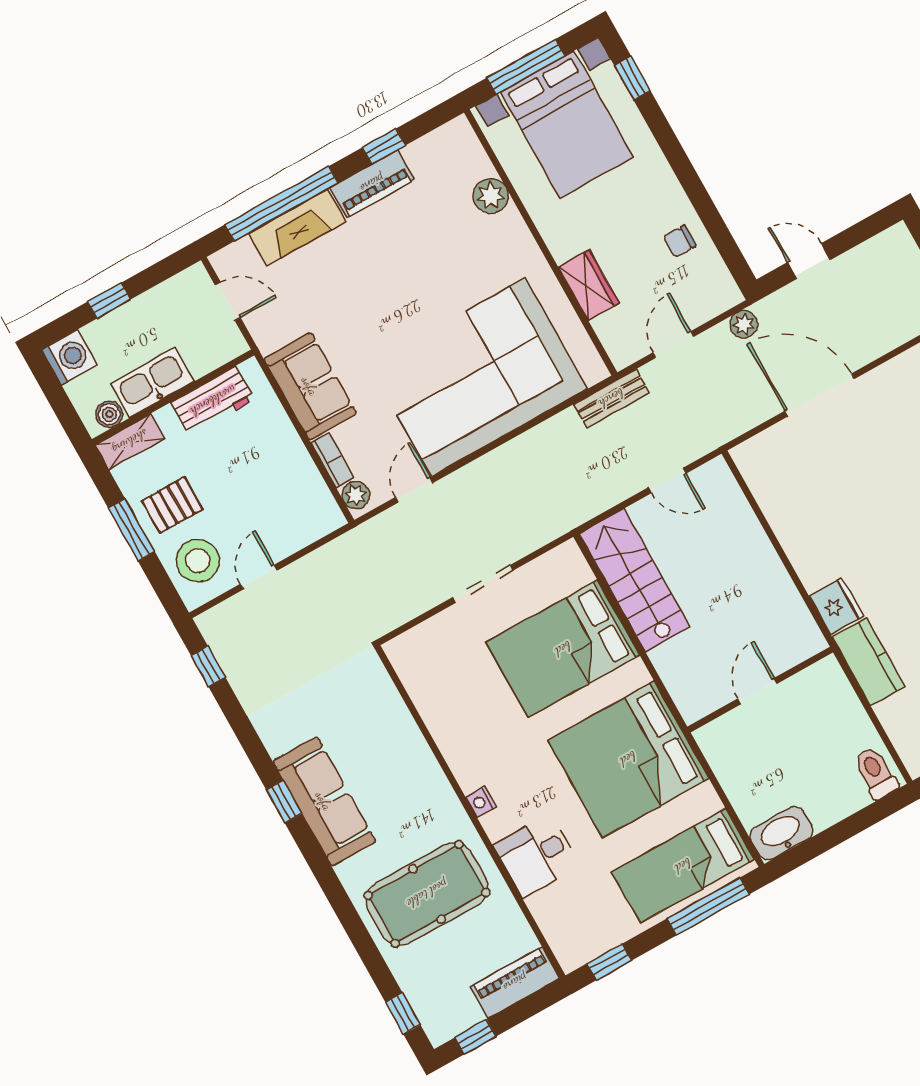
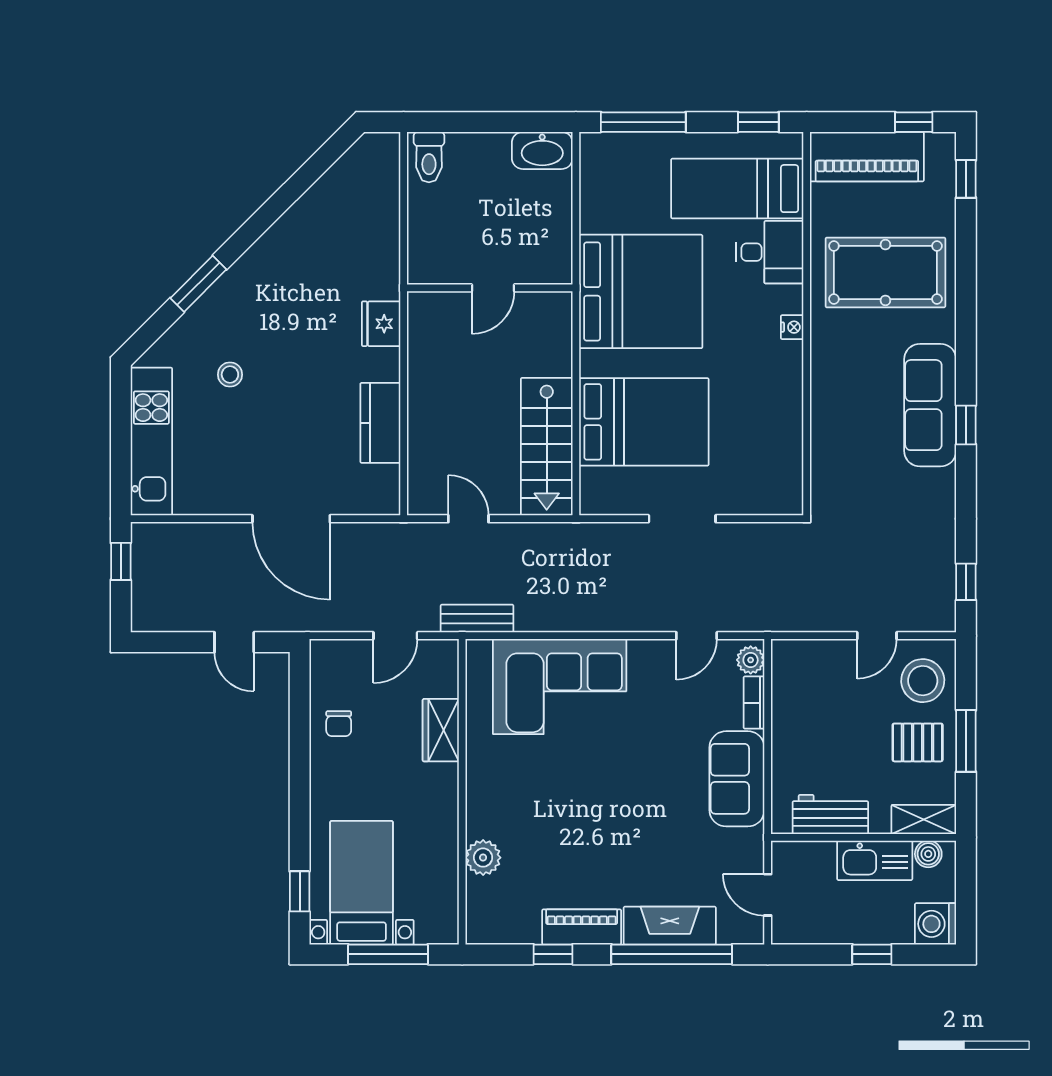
bed with nightstands: (567, 125) -> (362, 883), width x0.73
chair: (680, 241) -> (339, 724), turned 90
plant: (744, 324) -> (323, 619), removed
corner sofa: (478, 377) -> (560, 687), width x0.73, depth x0.74
kitchen counter: (868, 662) -> (380, 423), moved
bed: (683, 866) -> (737, 189), moved, turned 180
piano: (515, 983) -> (867, 157), width x1.37, depth x1.33

